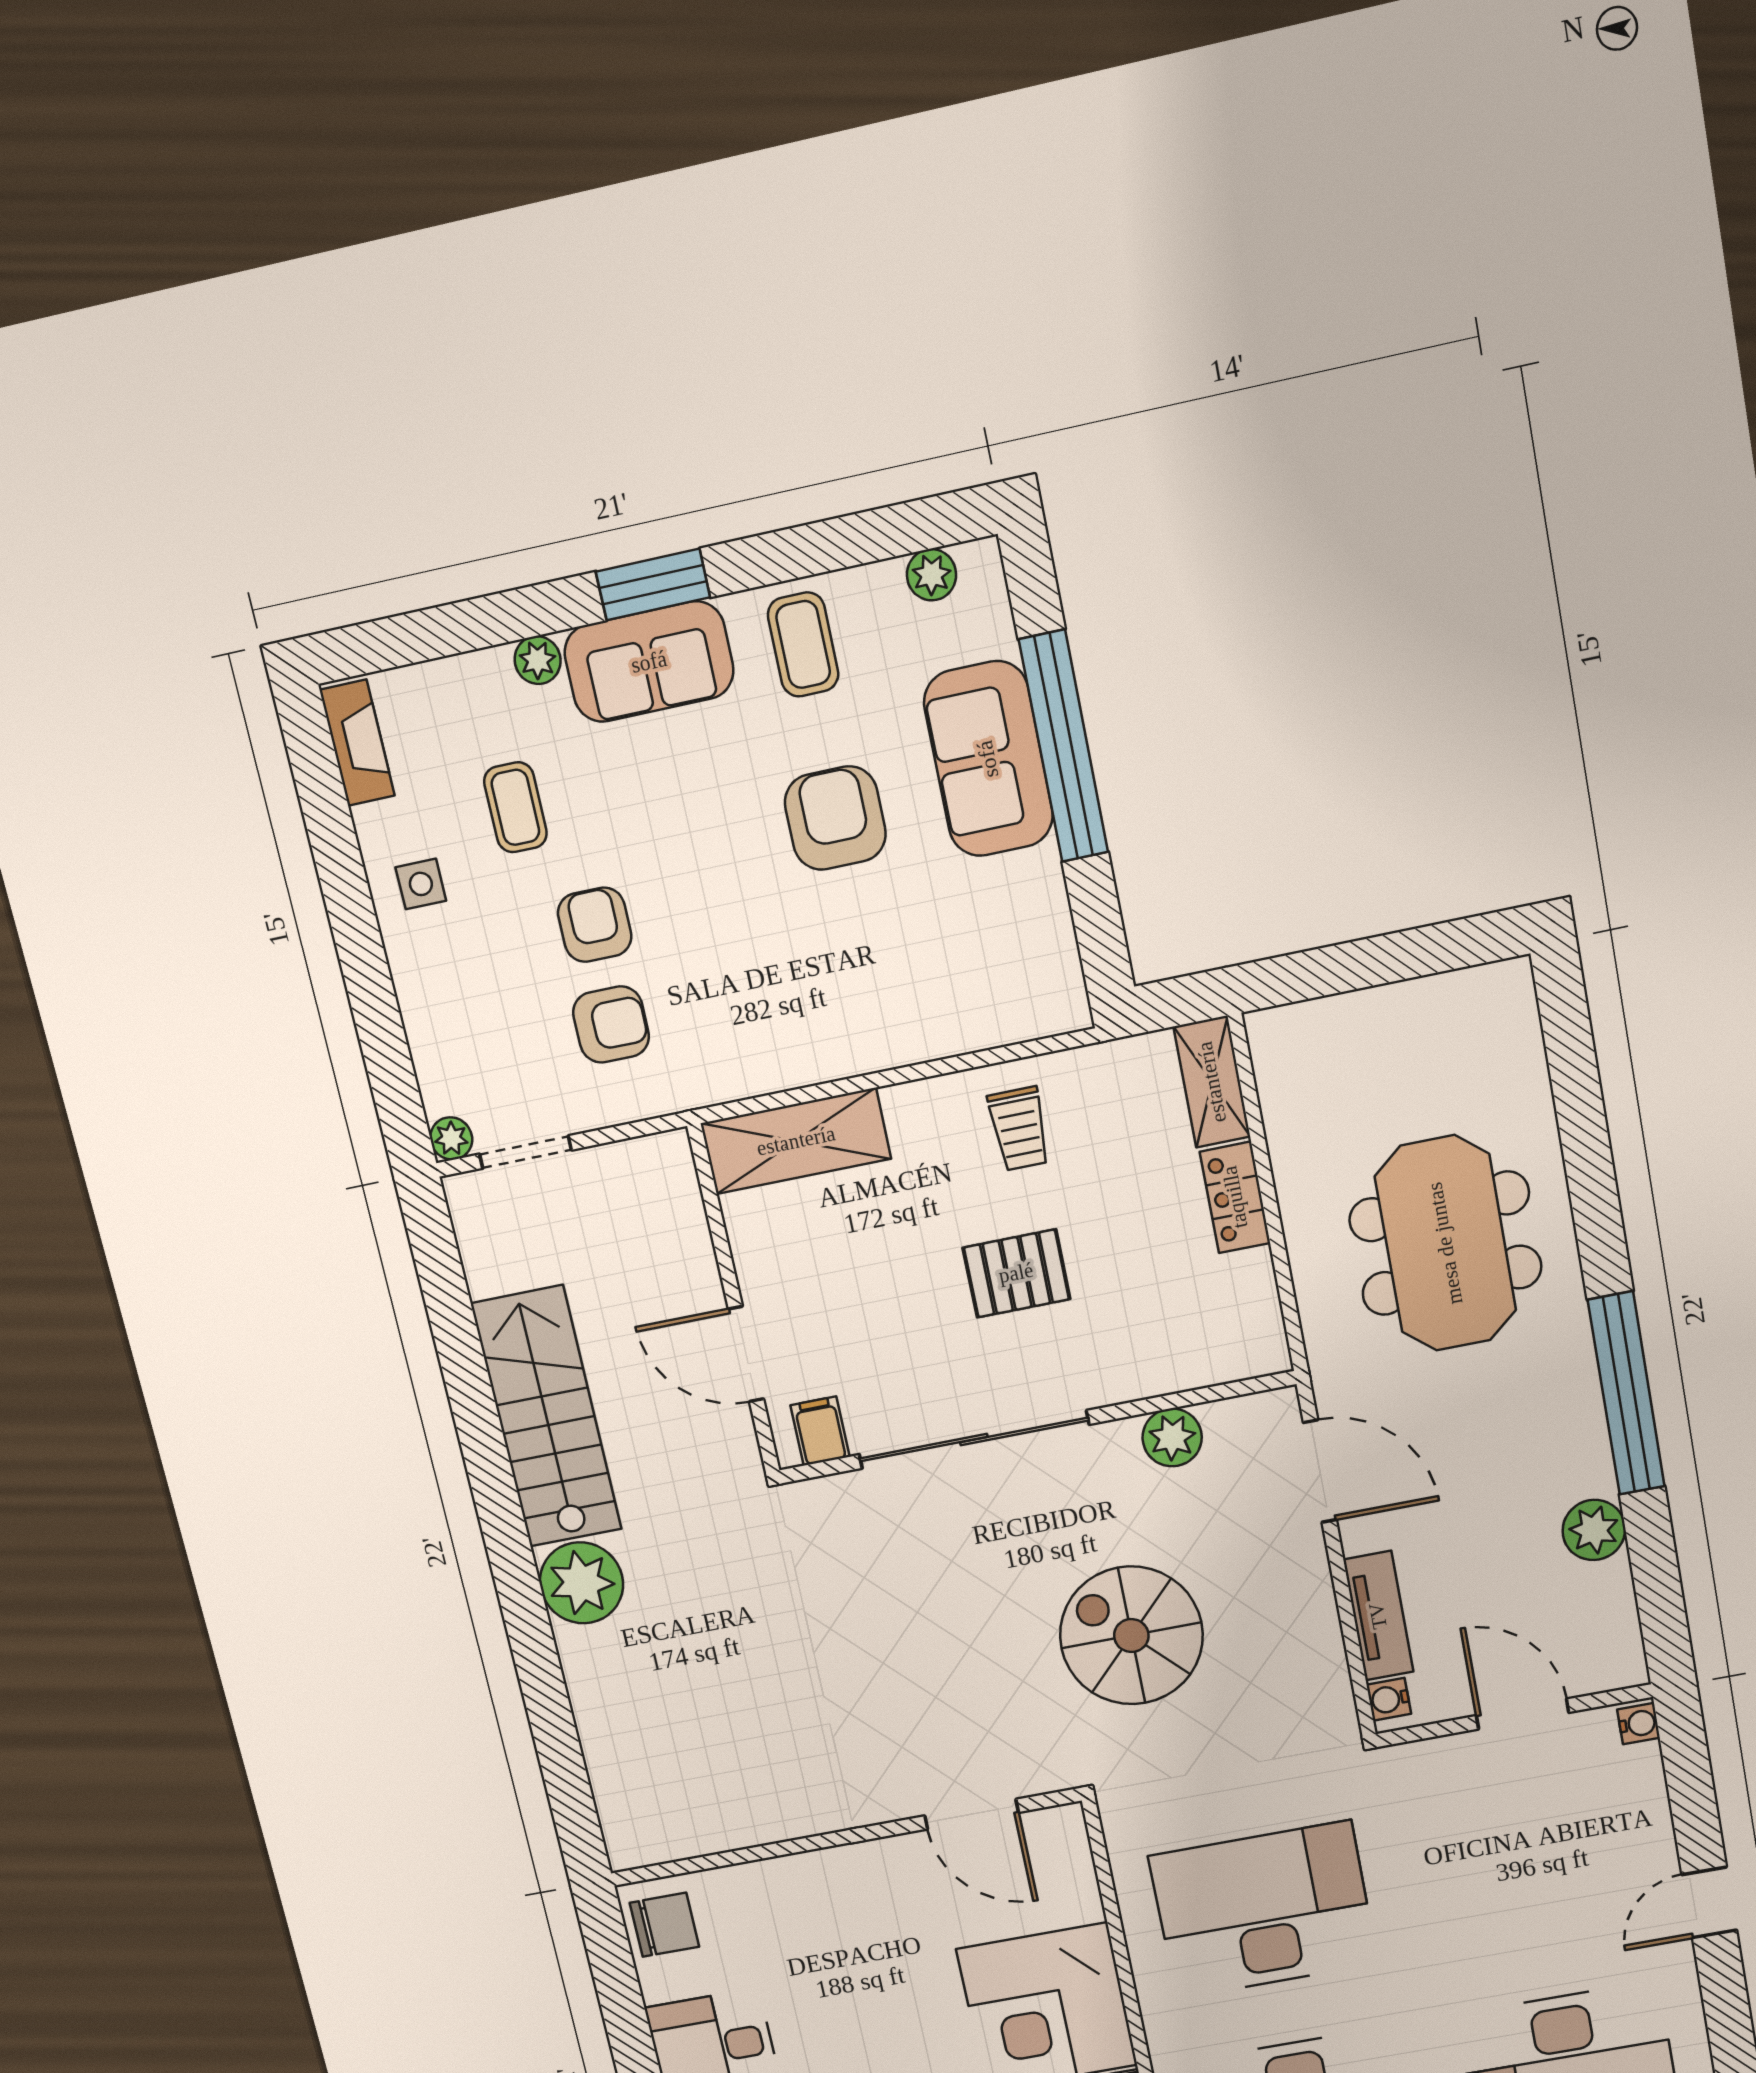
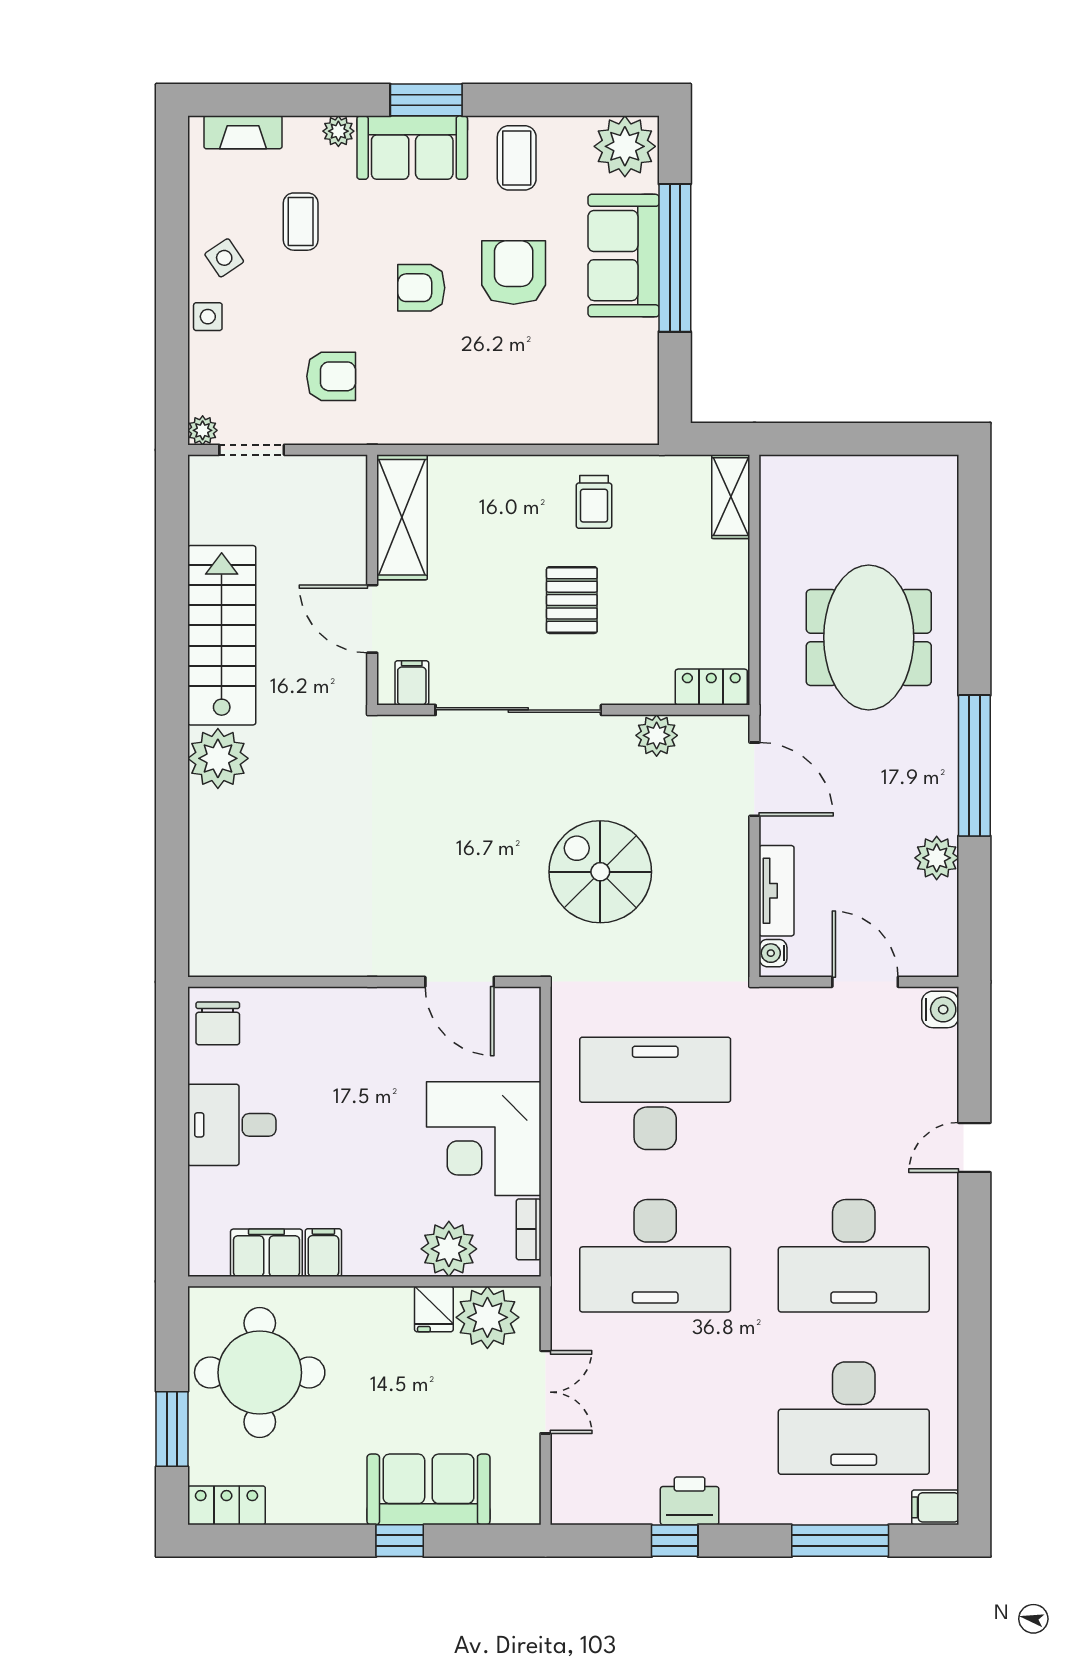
plant: (932, 575) -> (625, 146), width x1.87, depth x1.87
fireplace: (357, 743) -> (243, 132), moved, turned 90
side table: (421, 884) -> (224, 258), turned -34
armchair: (595, 925) -> (421, 288), moved, turned -90
side table: (419, 974) -> (208, 317), added
shelving: (796, 1141) -> (402, 517), moved, turned 90
locker: (1235, 1197) -> (711, 687), moved, turned 90
pallet: (1016, 1273) -> (572, 600), turned 90
water cooler: (1639, 1724) -> (940, 1009), width x1.38, depth x1.38
chair: (664, 1925) -> (218, 1023), turned 90

